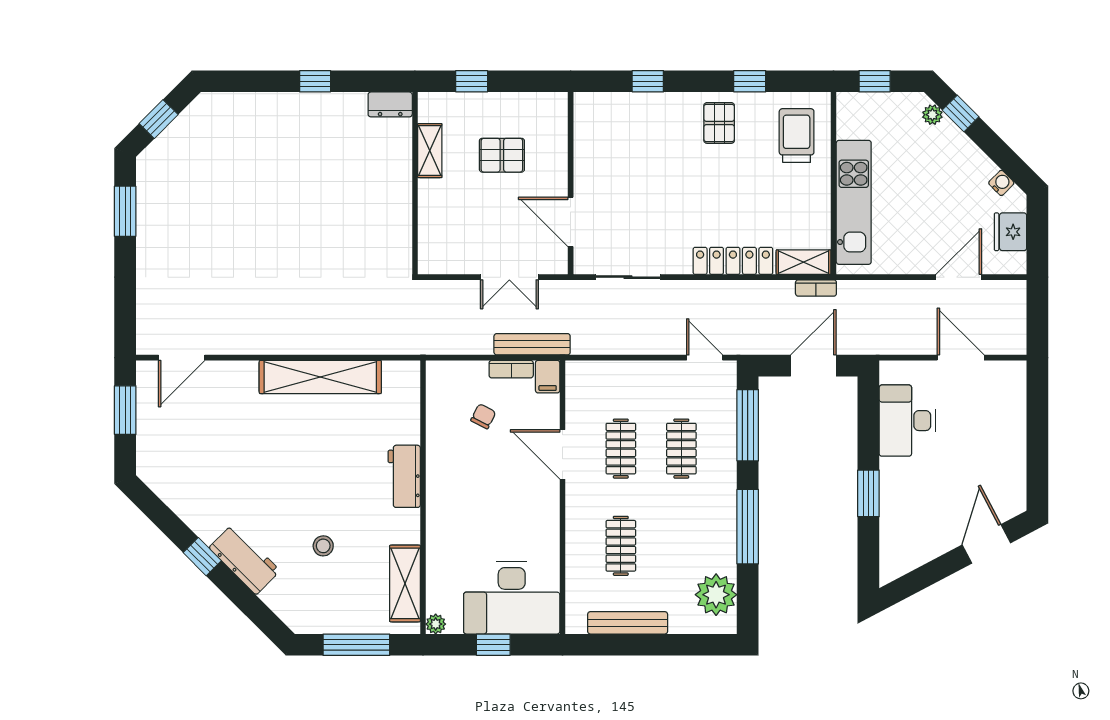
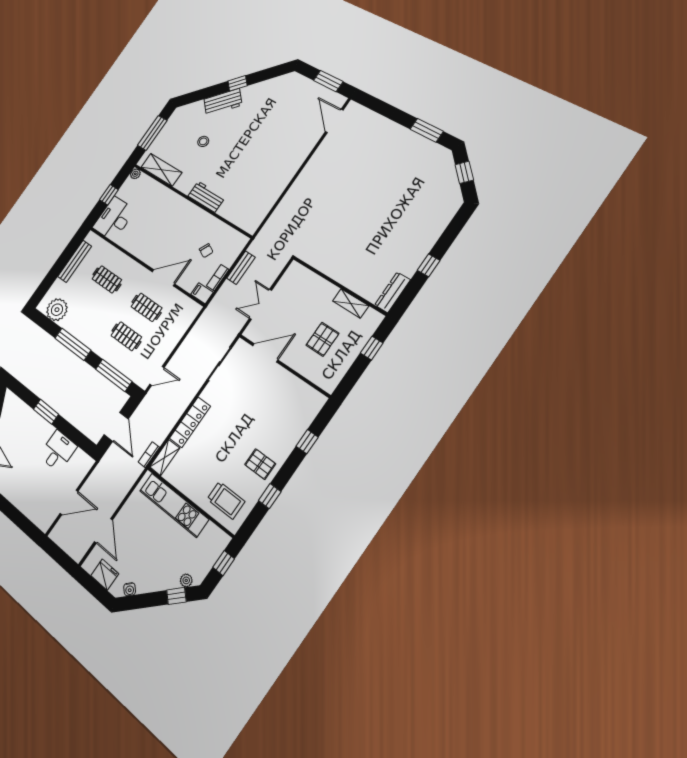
dresser: (390, 104) -> (392, 292), width x1.44
bench: (532, 344) -> (241, 268), moved, width x0.73
shelving: (320, 377) -> (279, 183), removed
desk: (907, 421) -> (58, 451), width x0.73
desk: (512, 598) -> (114, 219), width x0.73, depth x0.77

